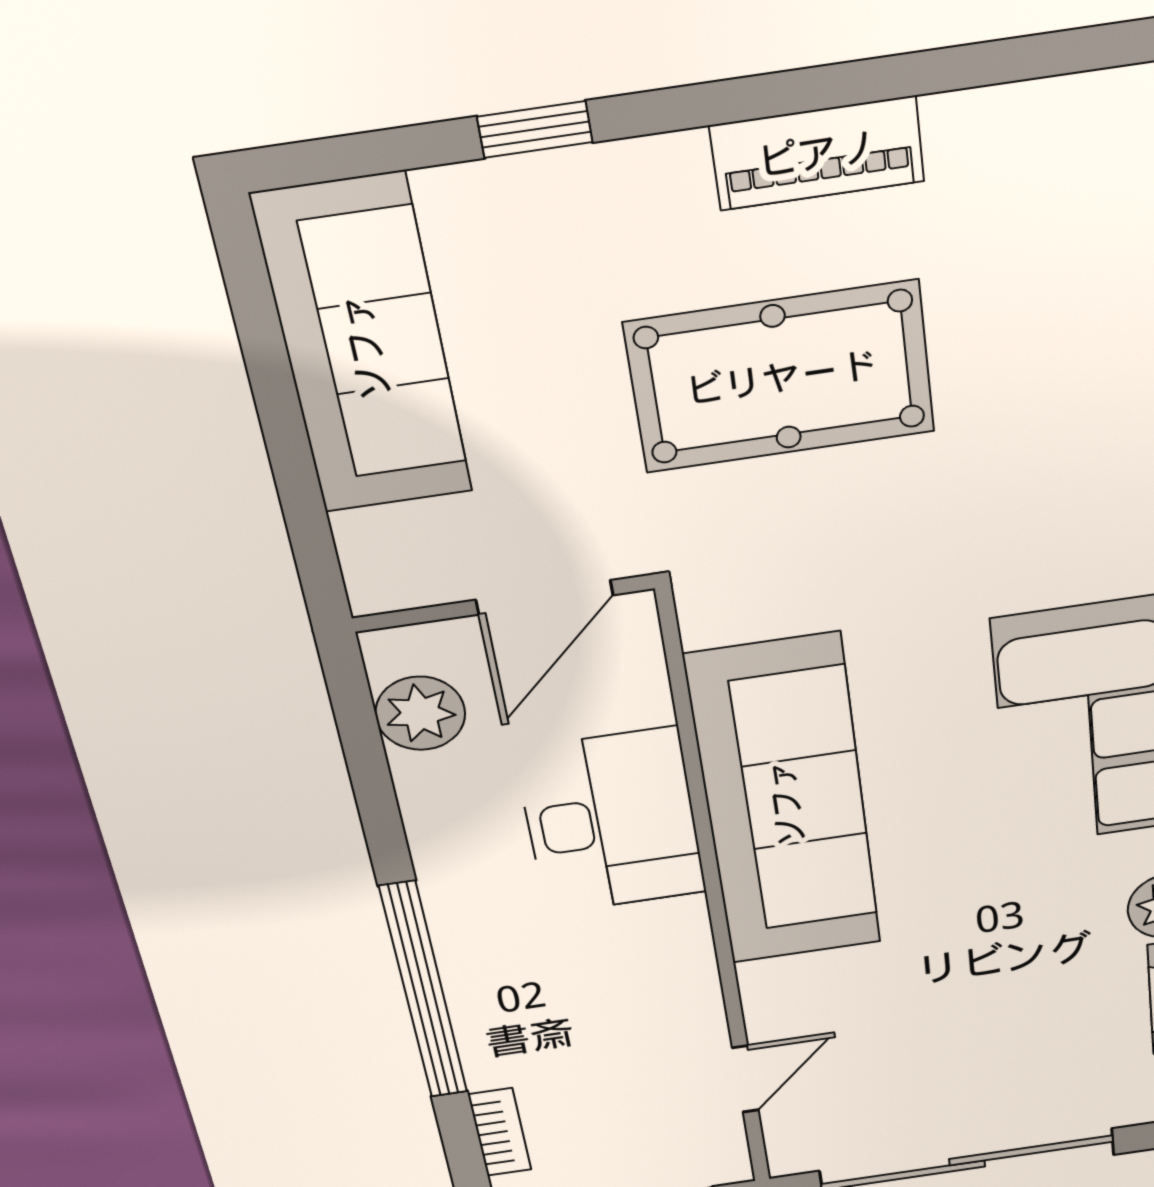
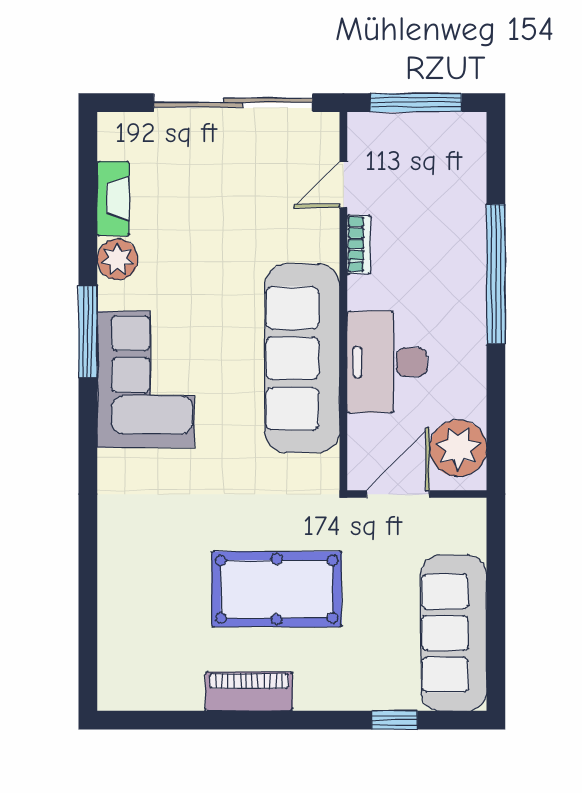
window: (535, 129) -> (394, 720), moved
plant: (420, 713) -> (458, 448), width x1.36, depth x1.36
bookcase: (500, 1132) -> (359, 244), moved, turned 180

